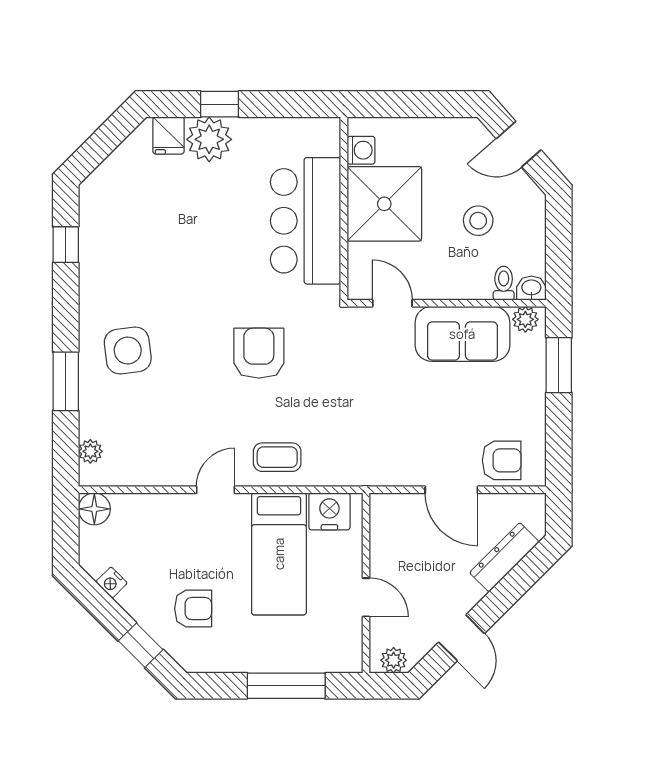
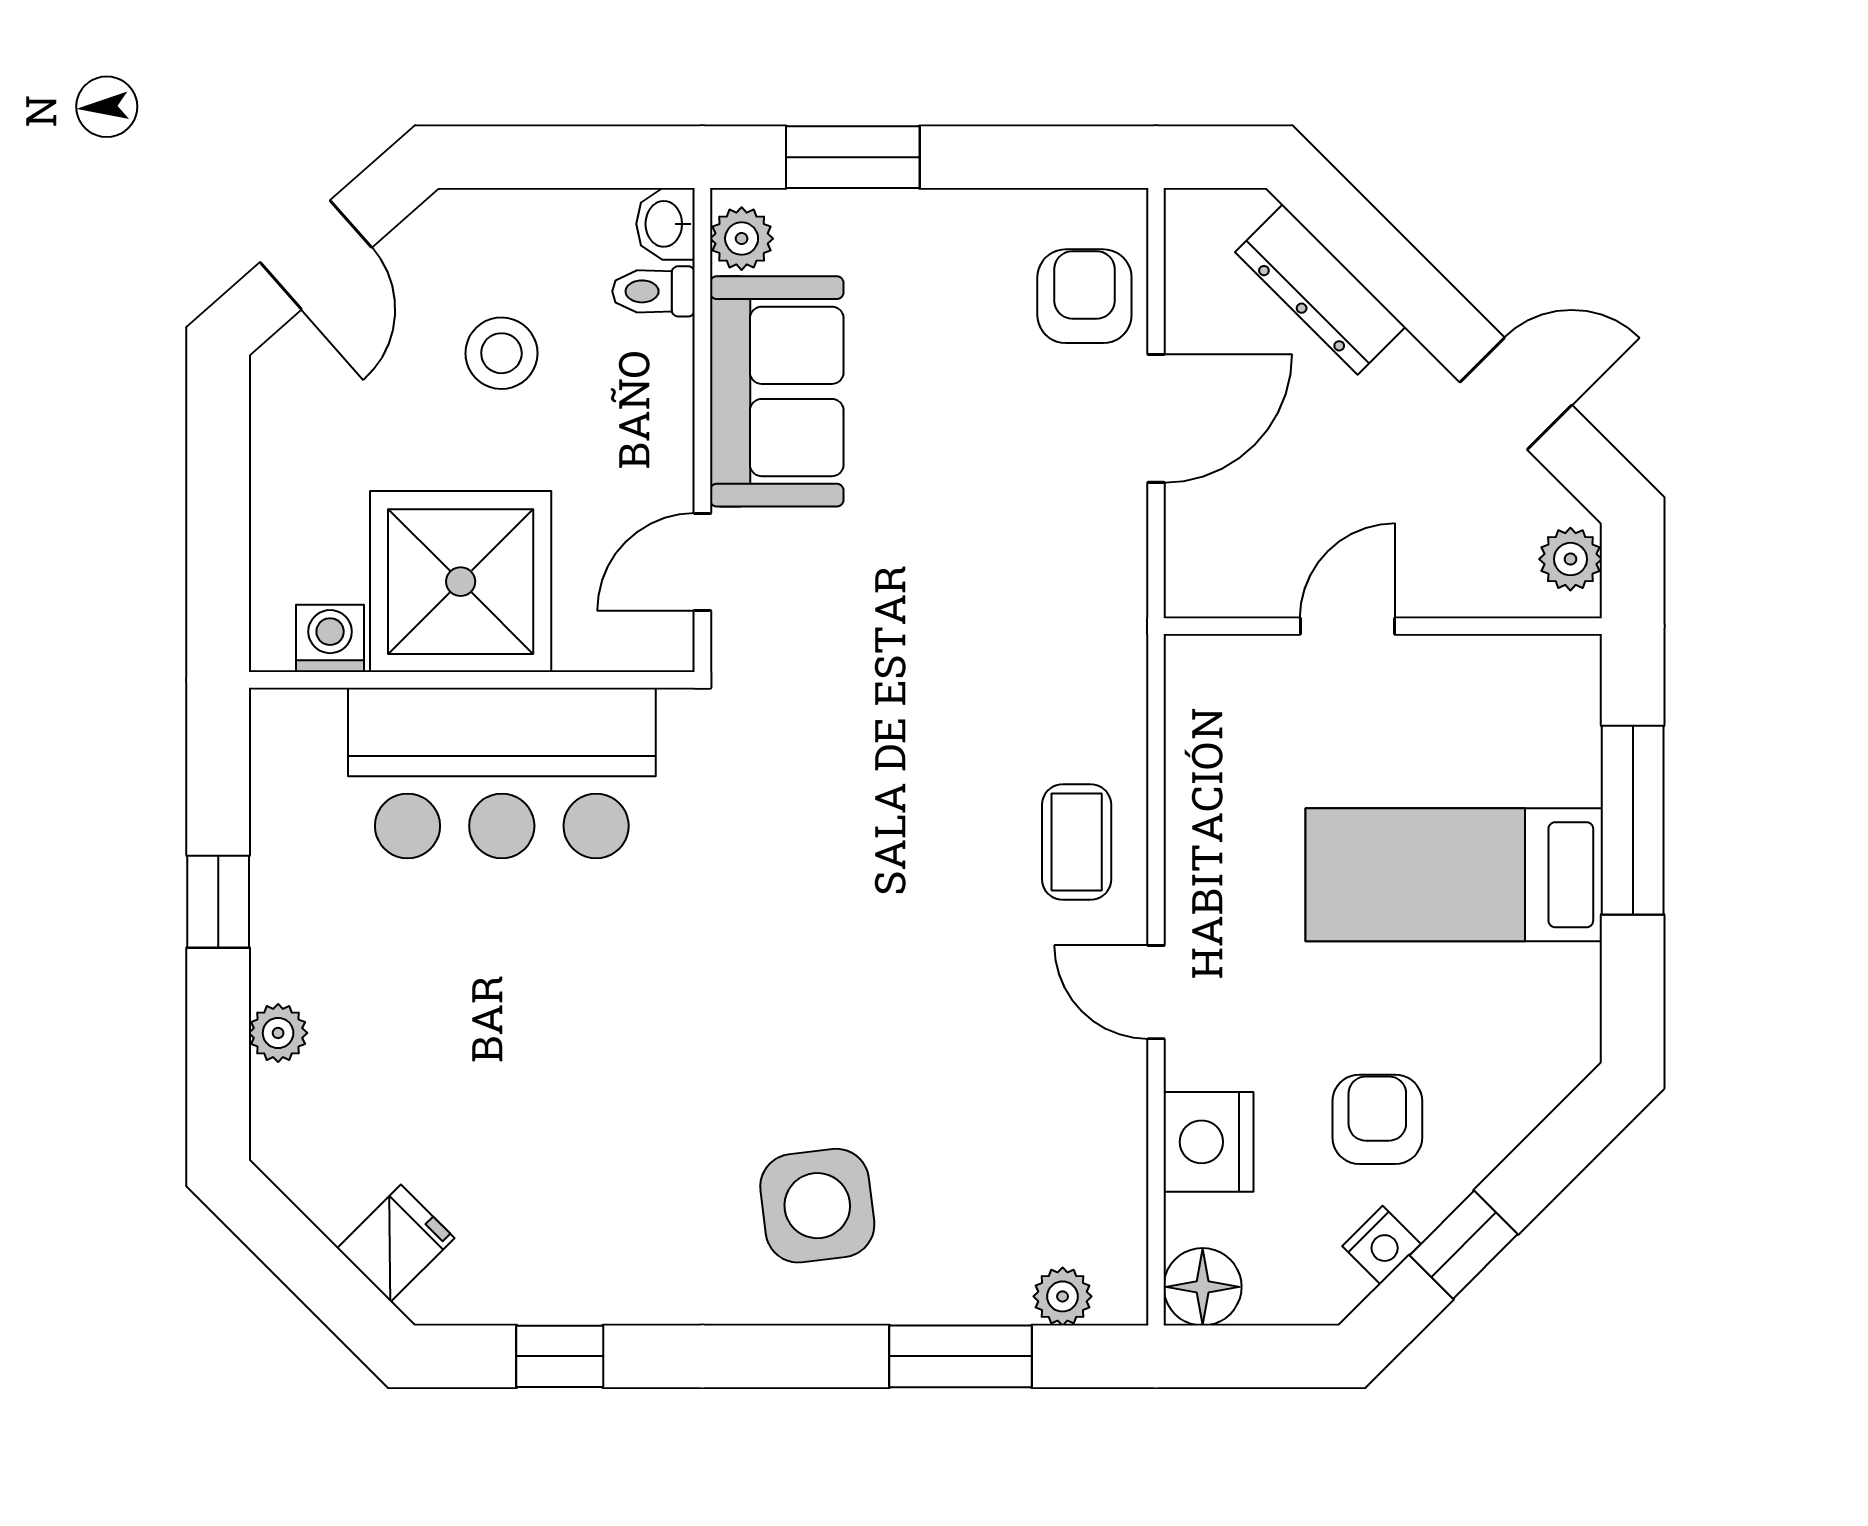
window: (220, 104) -> (218, 902), moved
fridge: (168, 135) -> (396, 1243), moved, turned -45
plant: (209, 139) -> (278, 1033), width x0.53, depth x0.53
armchair: (259, 353) -> (824, 887), removed
window: (66, 381) -> (960, 1356), moved
nightstand: (329, 511) -> (1209, 1142), moved
bed: (279, 554) -> (1454, 875), moved, turned 180
door: (366, 597) -> (1348, 626), moved
armchair: (193, 609) -> (1377, 1119), moved
window: (141, 645) -> (1464, 1245), moved

